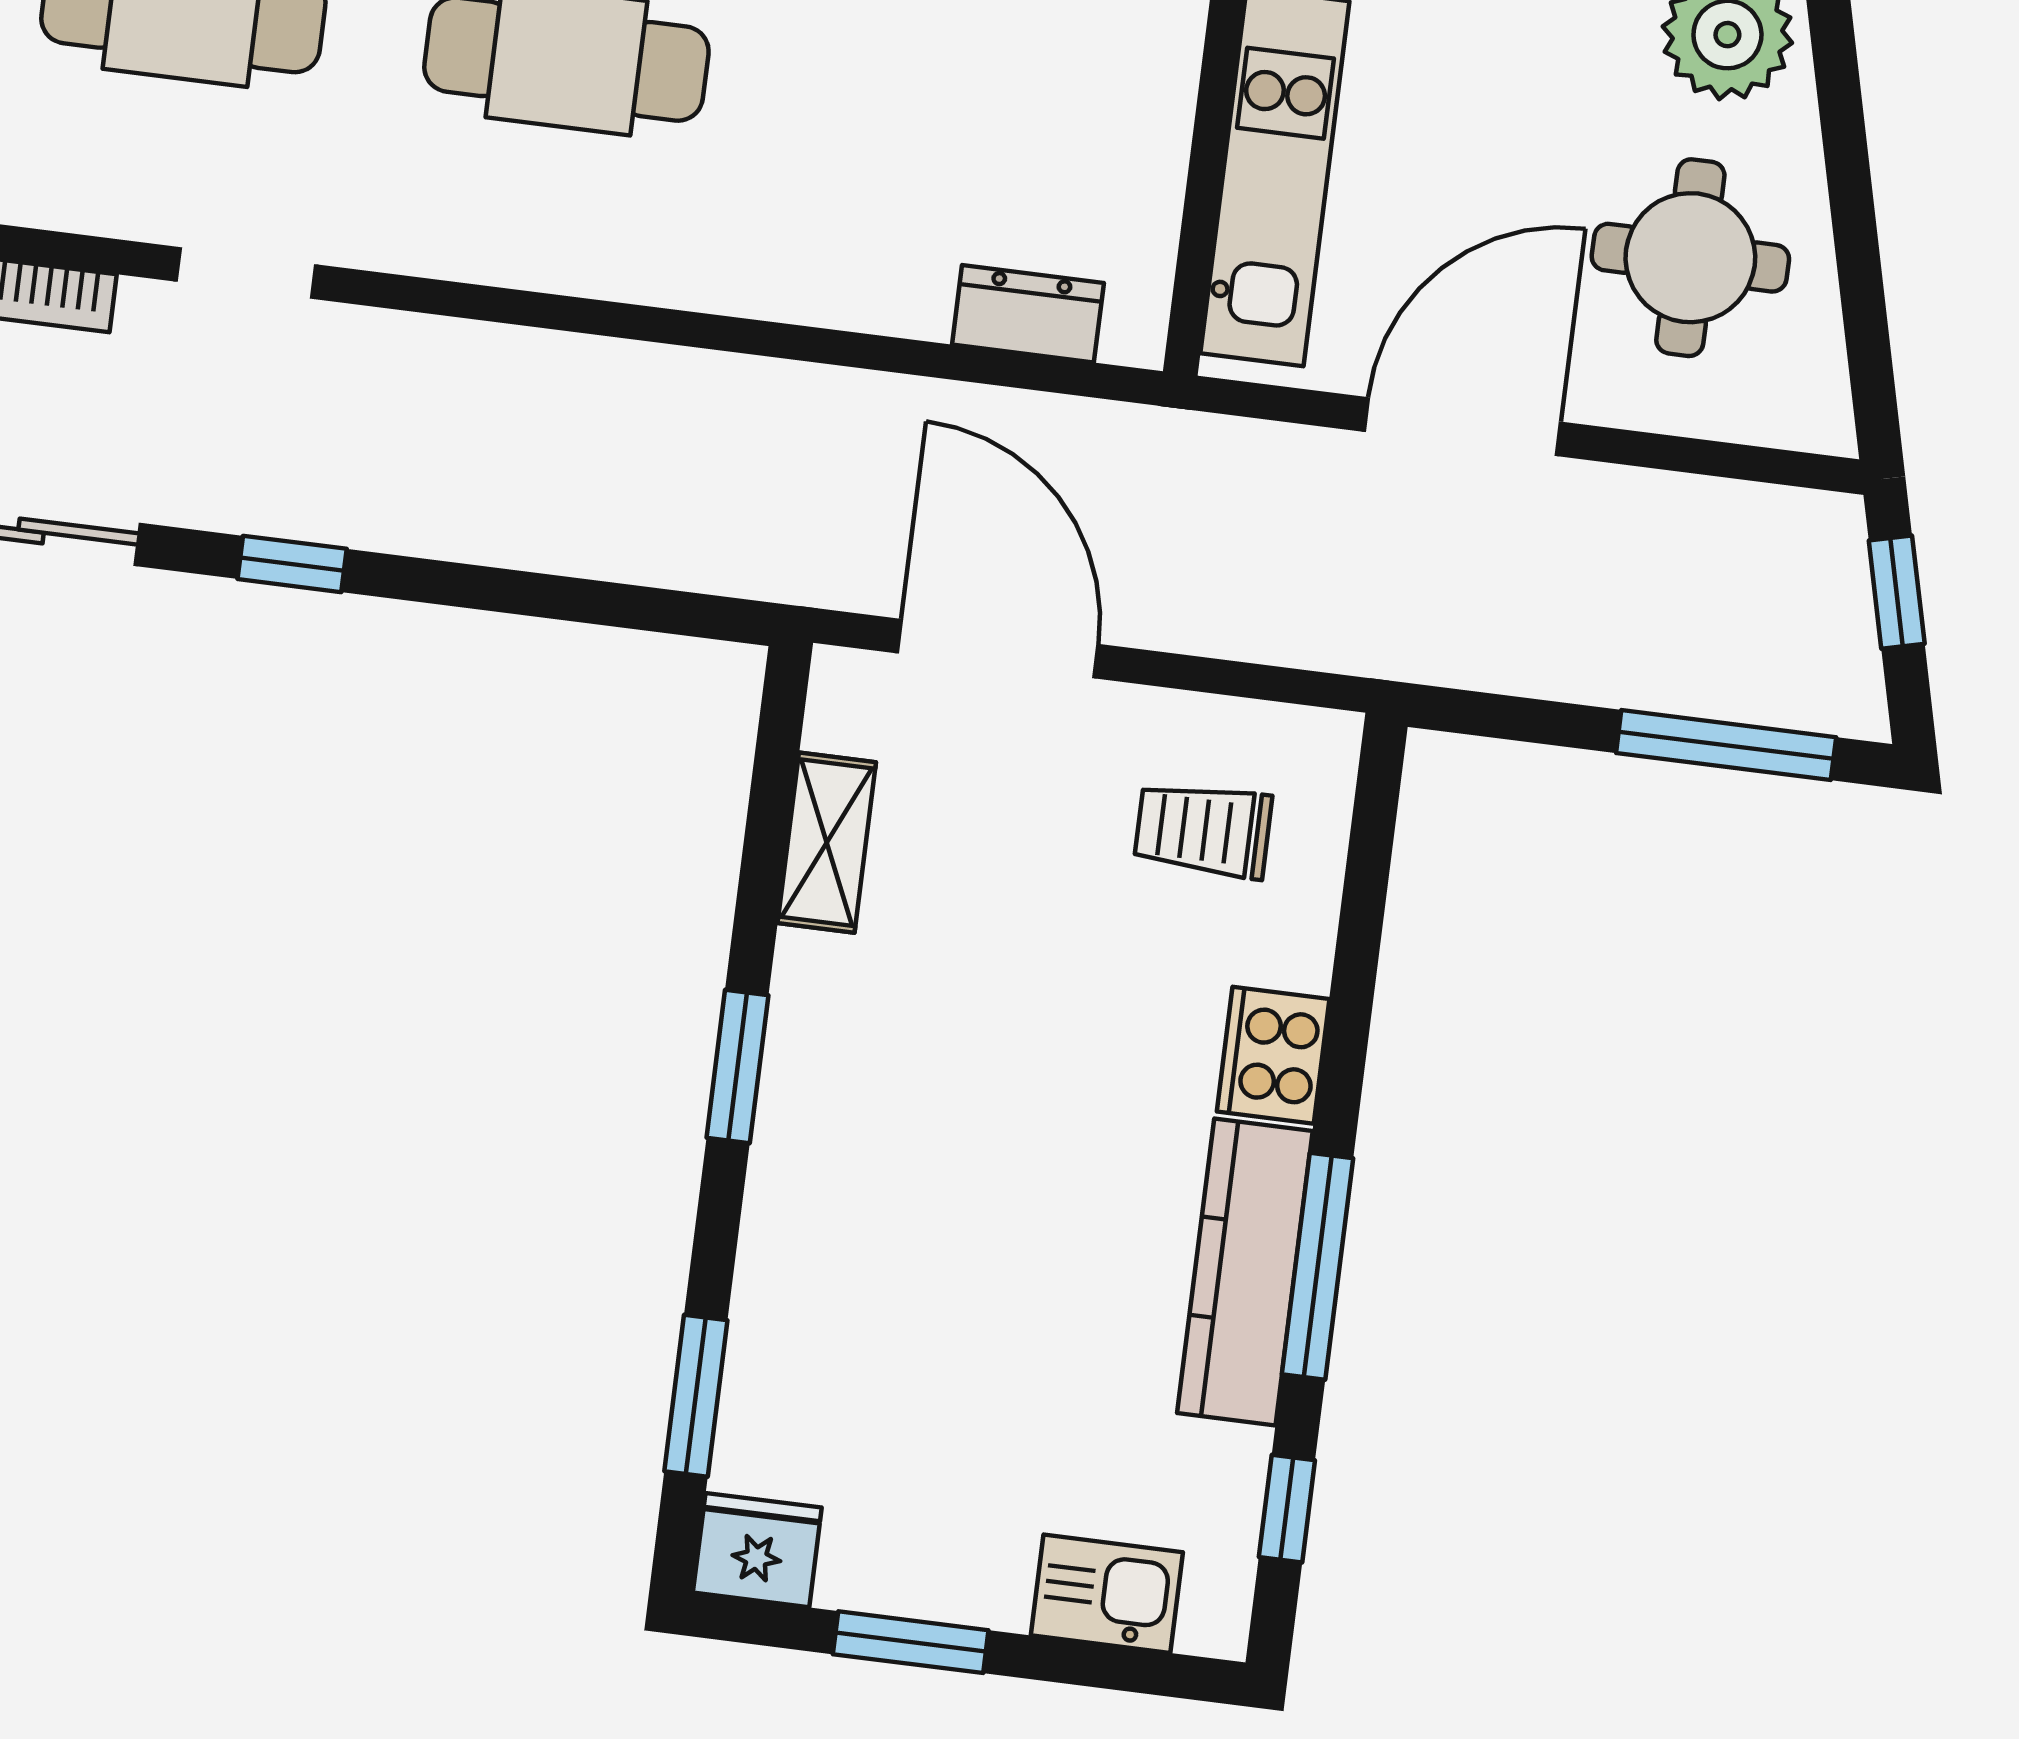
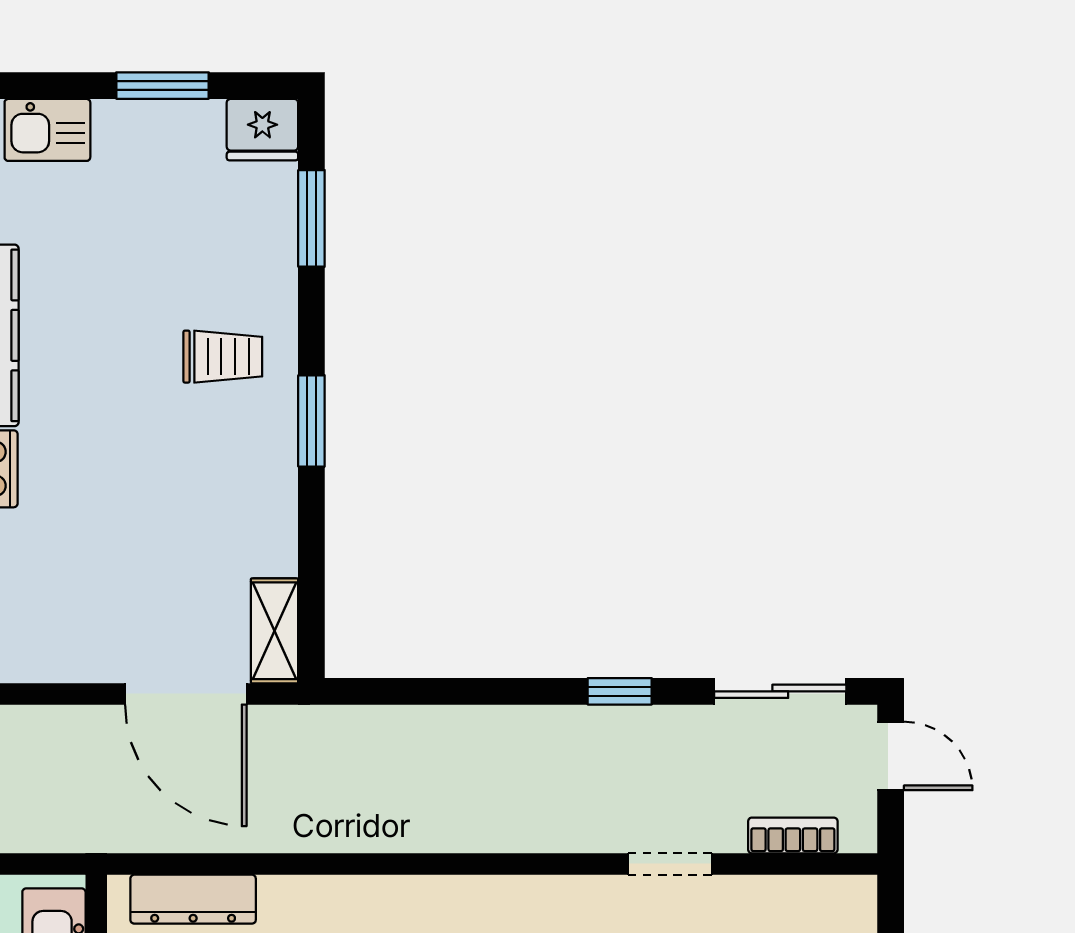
dresser: (1028, 314) -> (193, 899), width x1.44
trolley: (1203, 830) -> (223, 357), moved
shelving: (827, 843) -> (275, 631), moved

